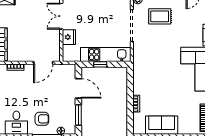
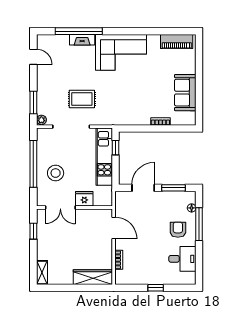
stool: (91, 12) -> (56, 173), added
rug: (160, 16) -> (82, 99), moved, turned 90
window: (100, 64) -> (116, 148), moved

